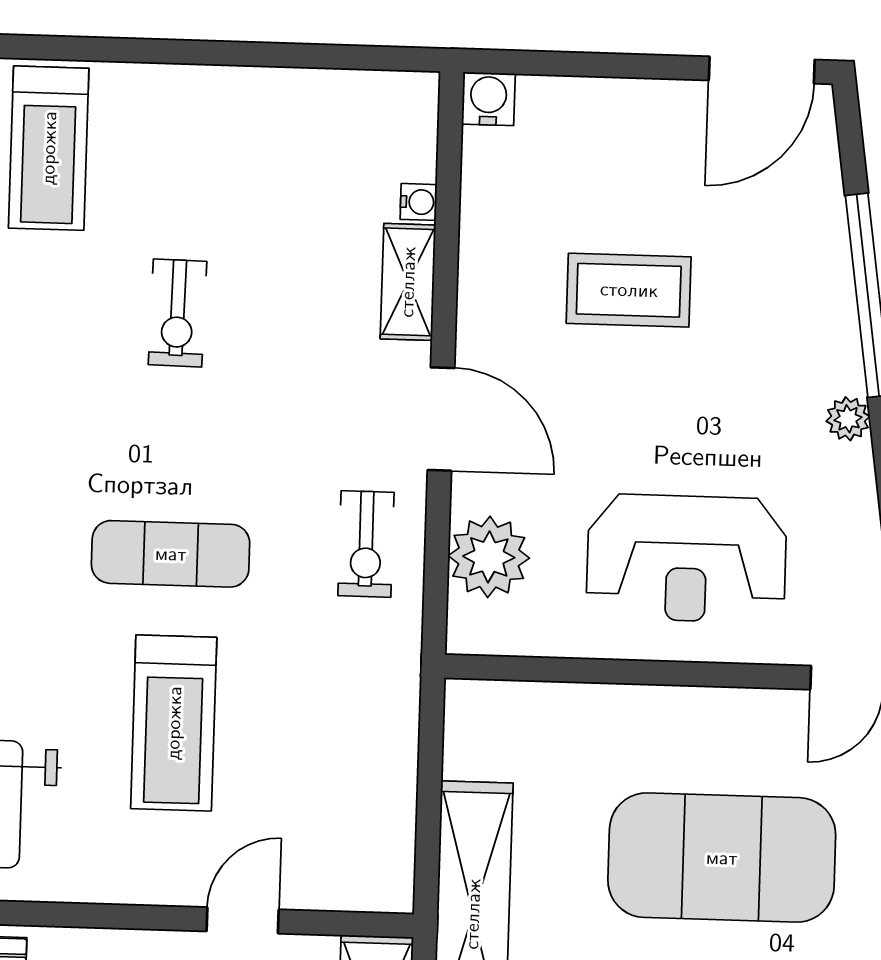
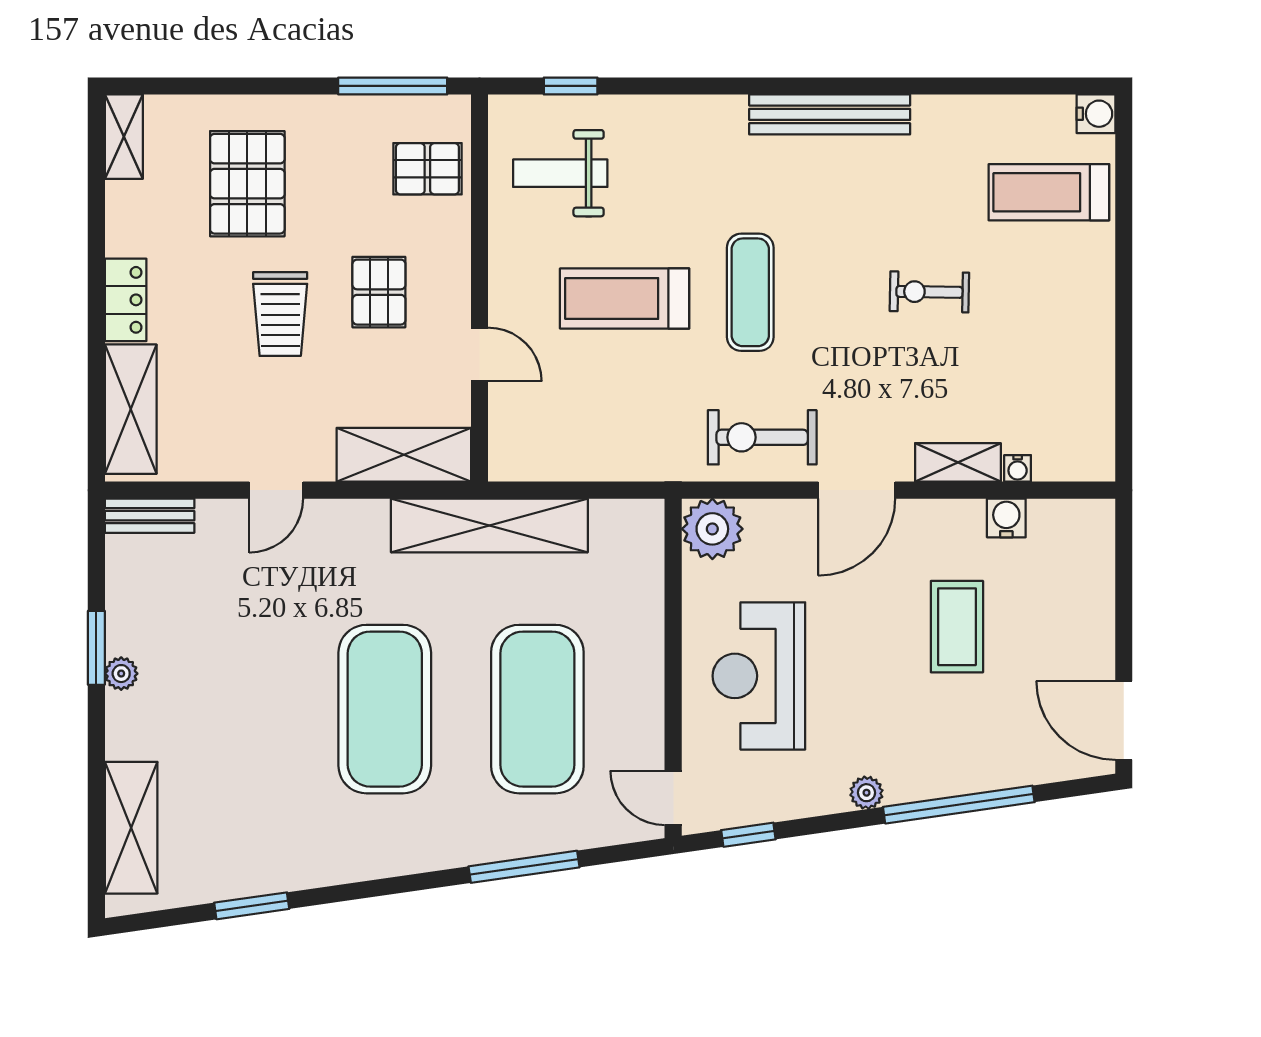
water cooler: (488, 99) -> (1006, 518), moved, turned -90
exercise bike: (366, 544) -> (762, 437), width x1.38, depth x1.39
plant: (489, 557) -> (712, 529), moved

